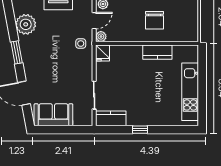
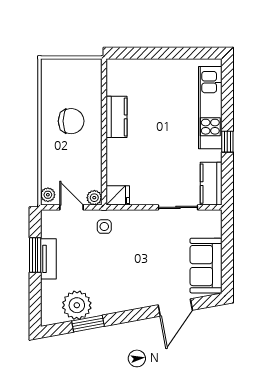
window: (17, 52) -> (88, 324), moved
kitchen unit: (190, 92) -> (210, 108), moved, turned 90

